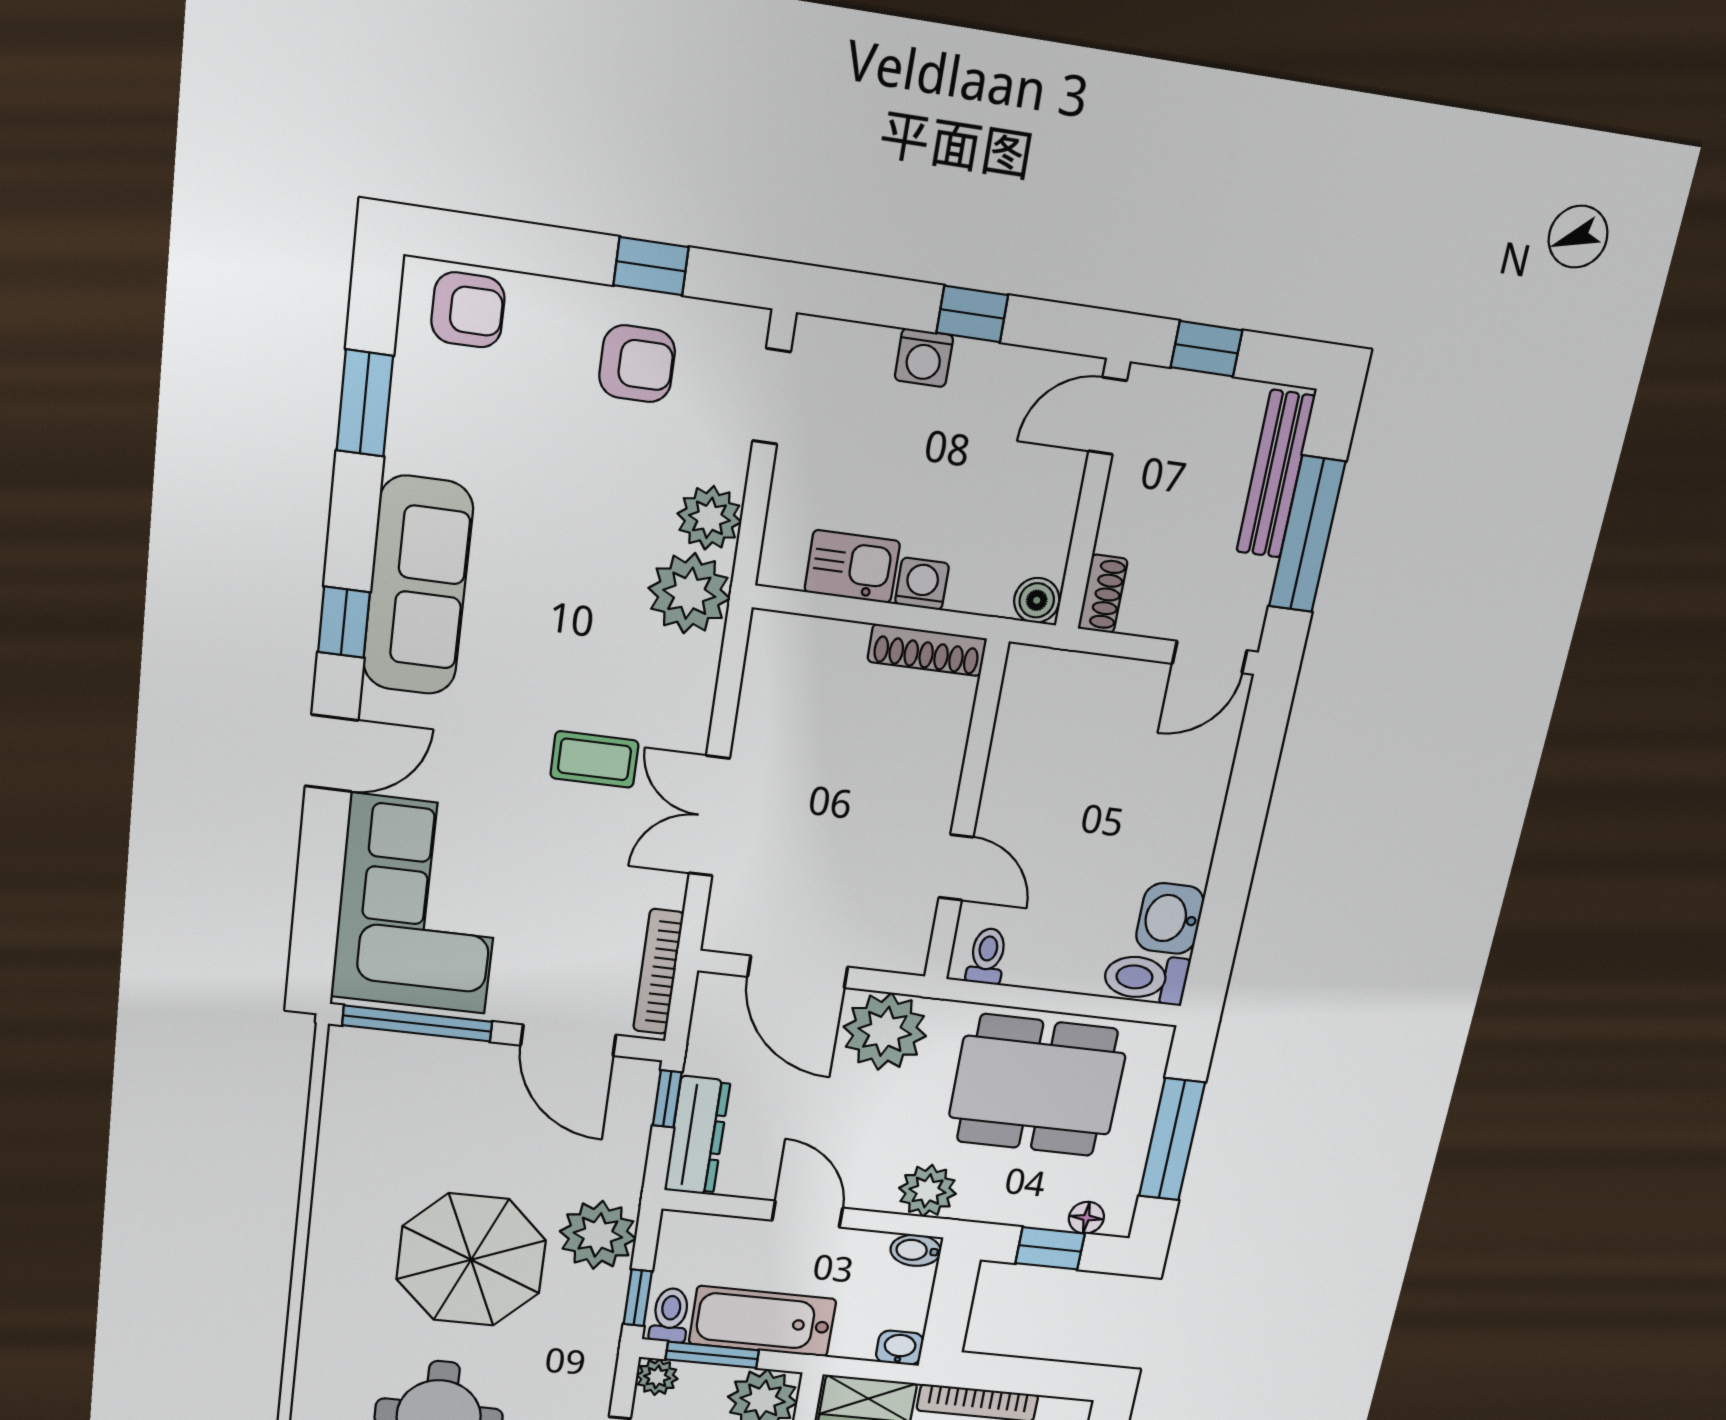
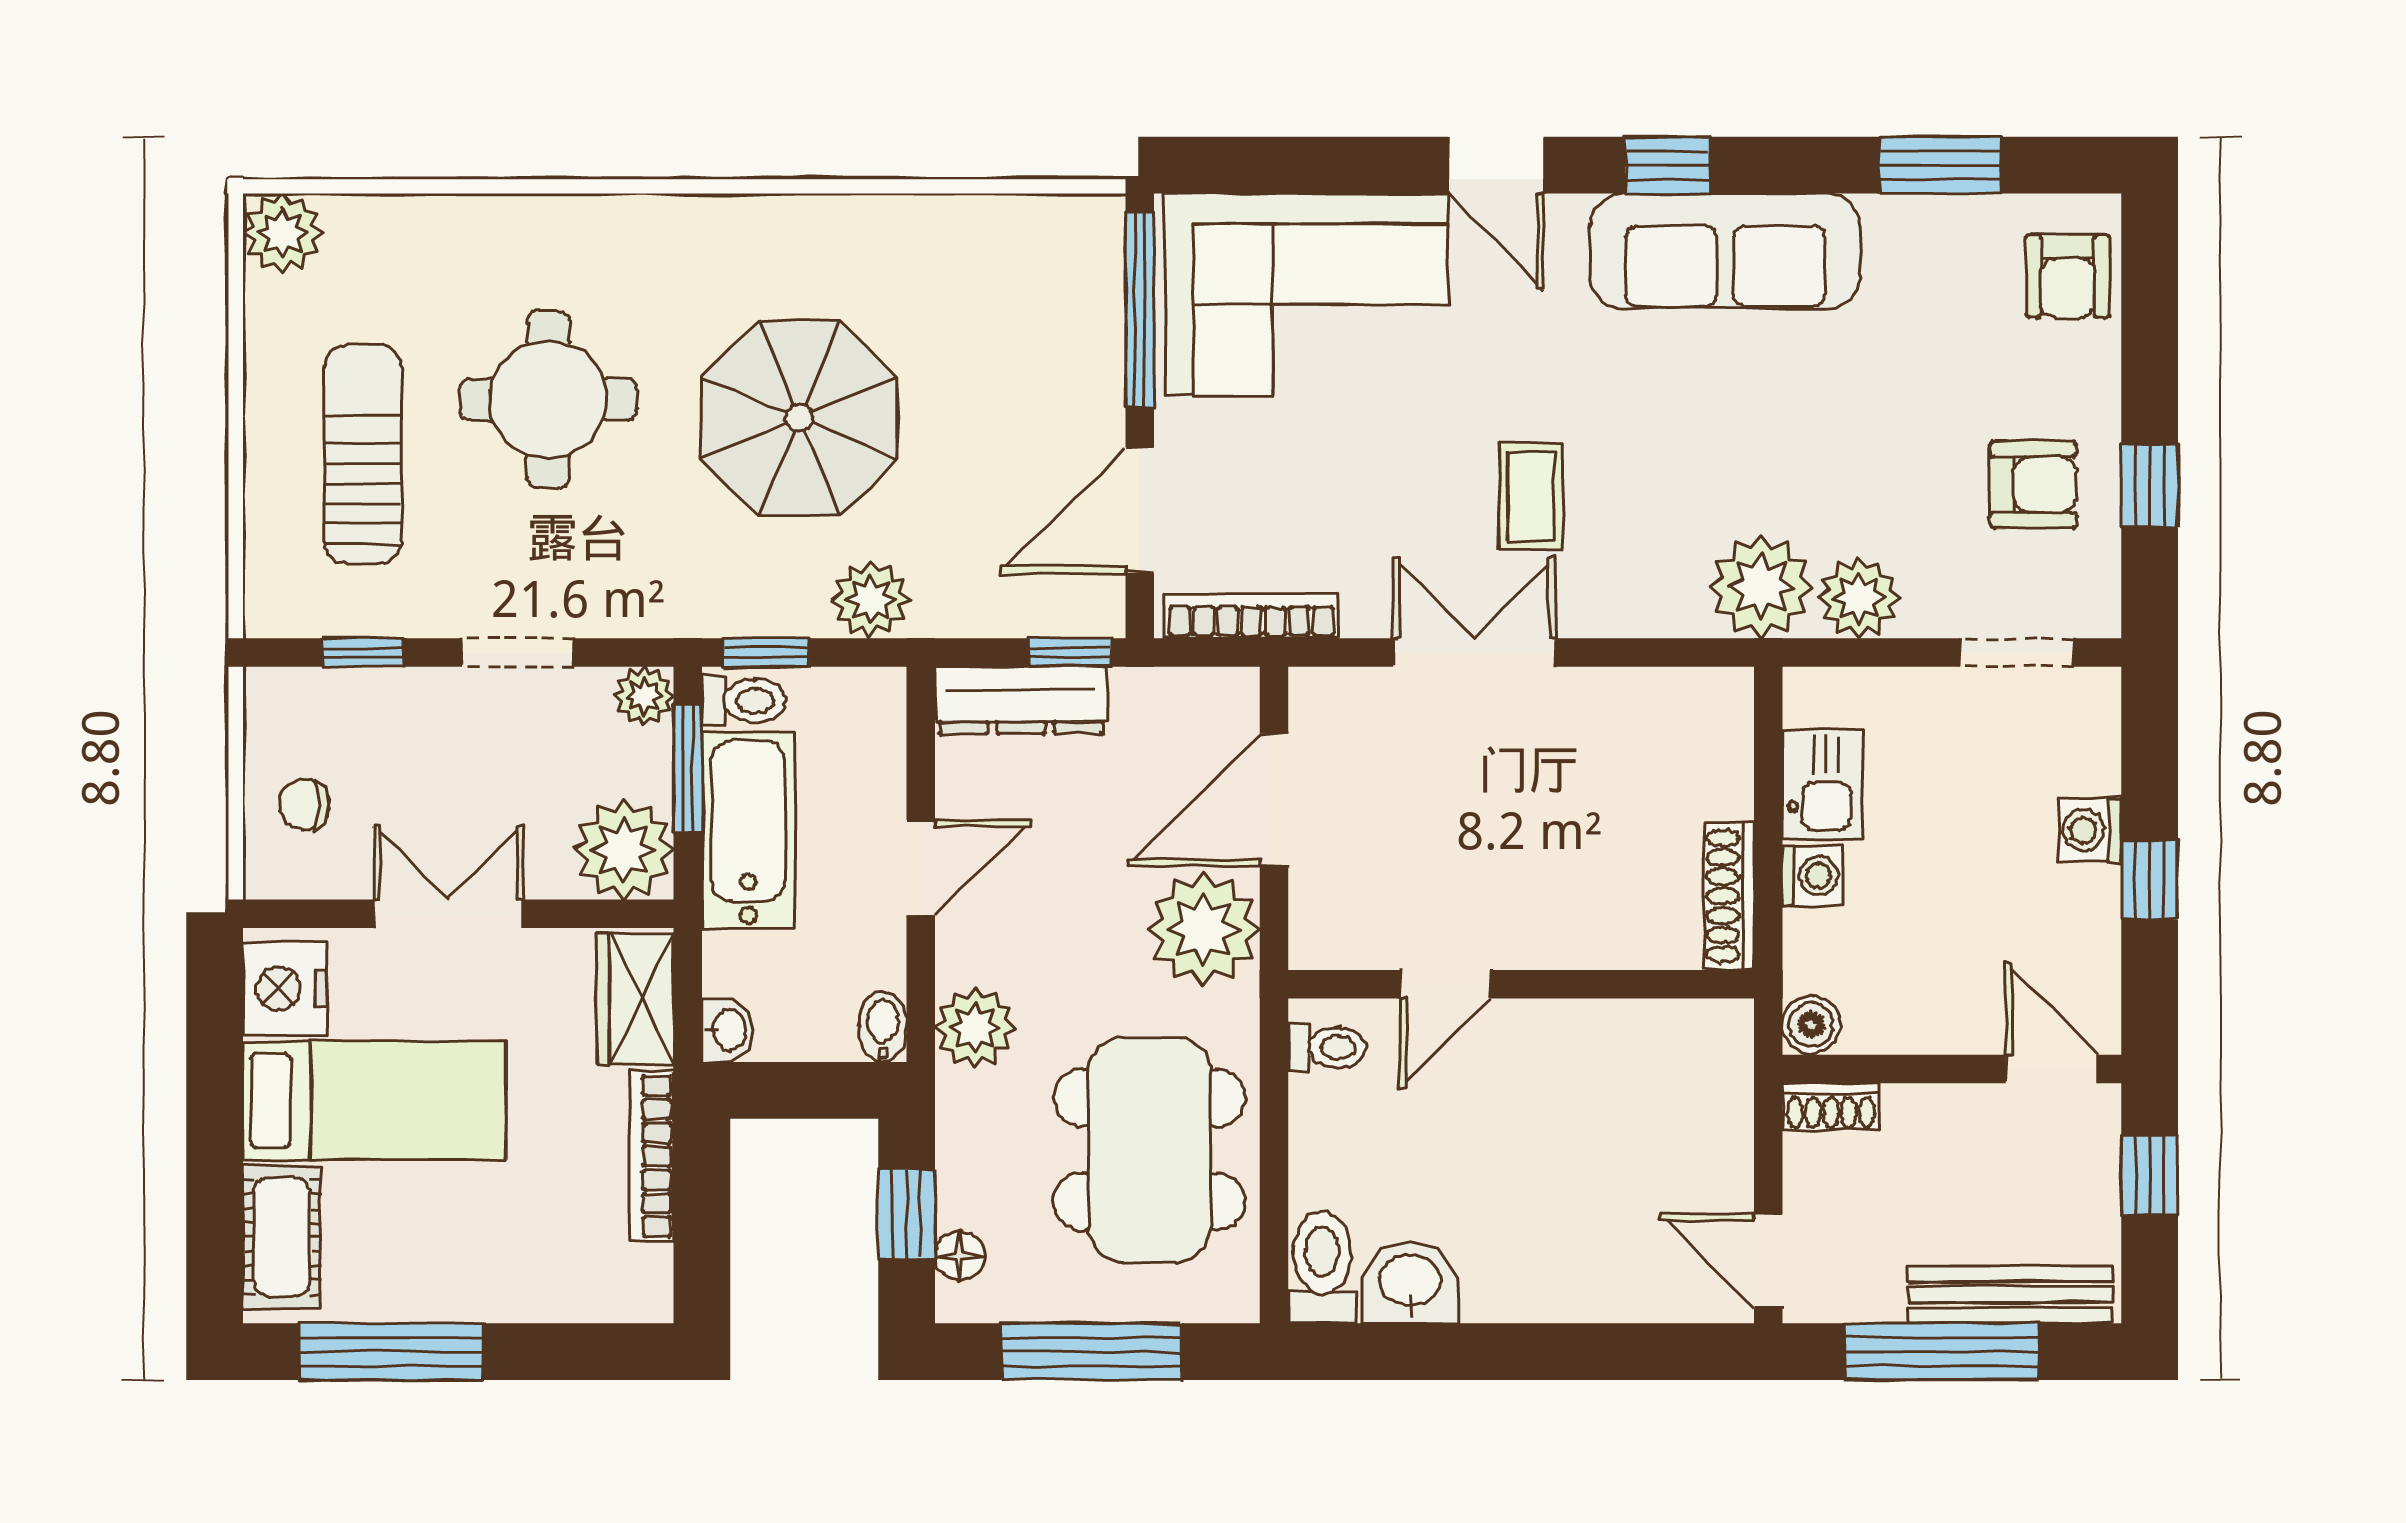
armchair: (637, 364) -> (2033, 485), turned -90
plant: (598, 1235) -> (871, 600), width x0.73, depth x0.73

